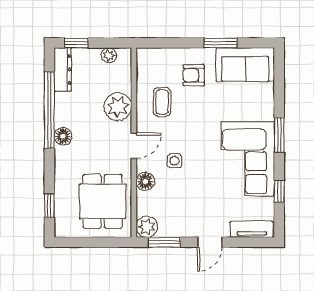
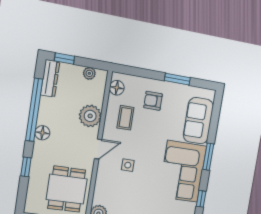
sofa: (245, 65) -> (198, 121), moved, turned 90
floor lamp: (145, 181) -> (117, 88), moved
window: (49, 206) -> (26, 167), moved

